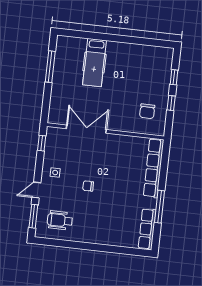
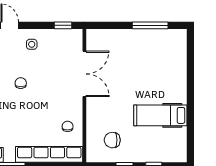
hospital bed: (94, 63) -> (160, 115), moved
chair: (131, 149) -> (68, 126), added

